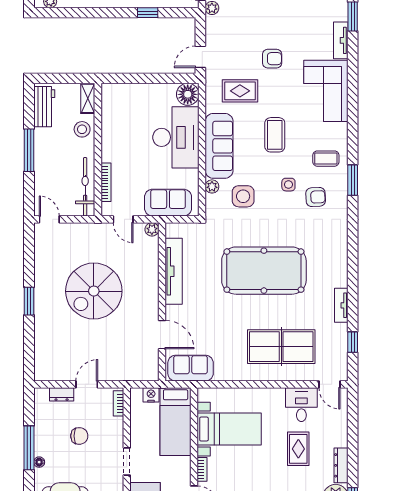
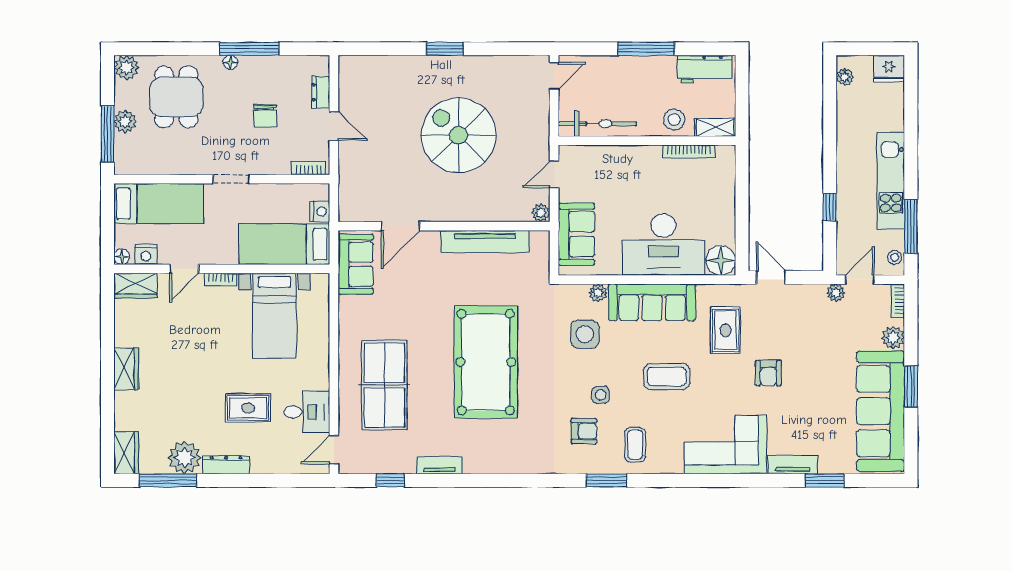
bookcase: (106, 182) -> (689, 152), moved
armchair: (316, 197) -> (584, 431), turned -87

